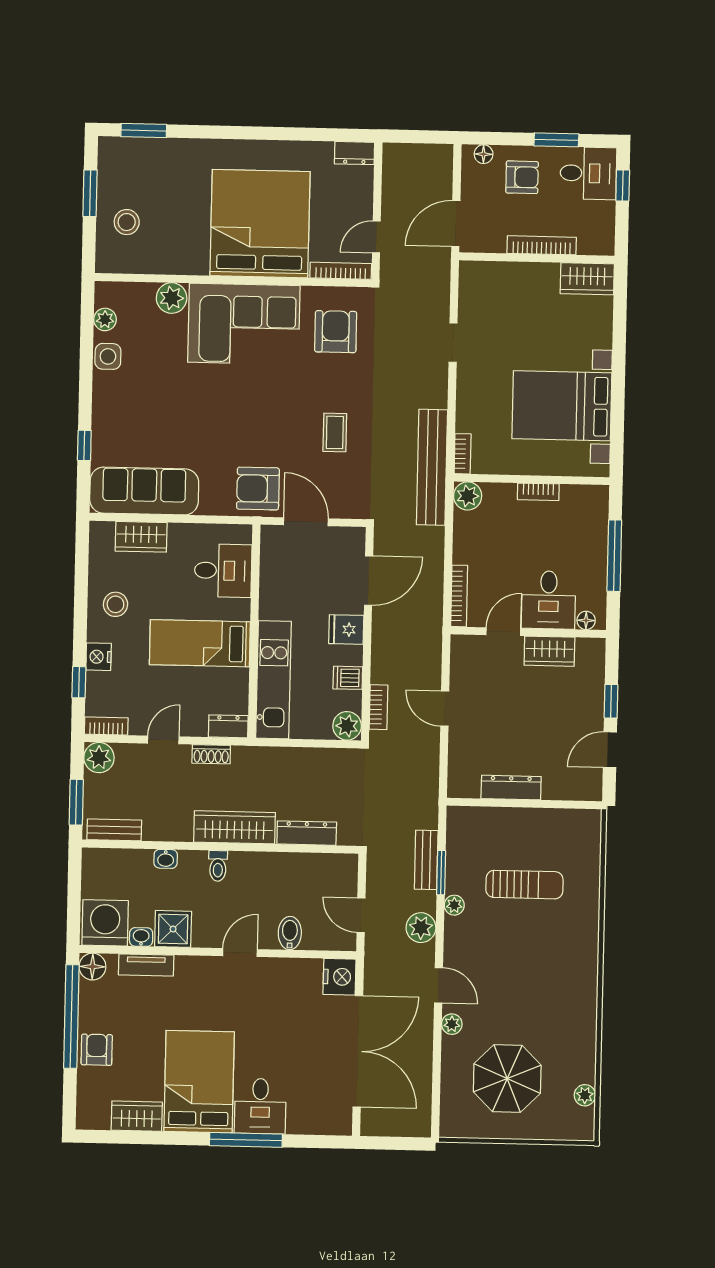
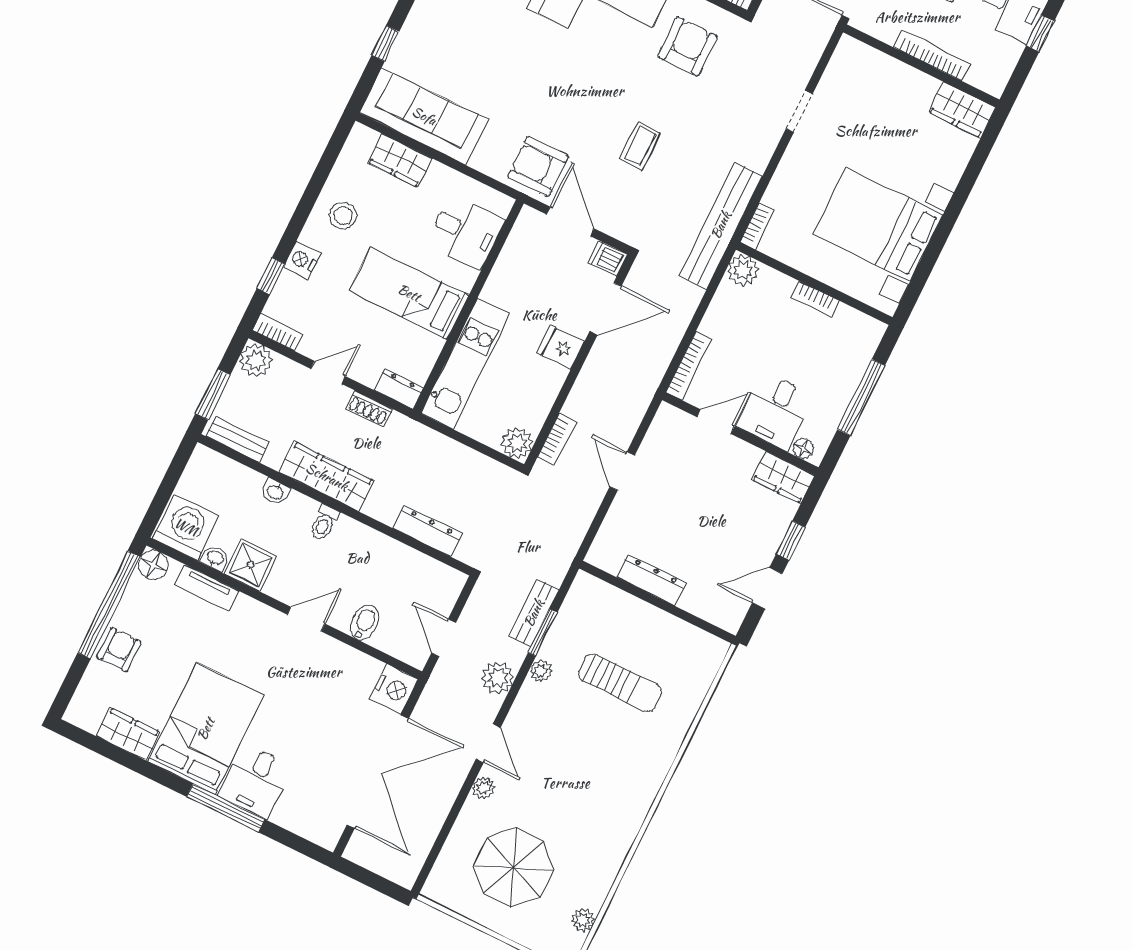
wardrobe: (549, 651) -> (783, 477), moved
dishwasher: (348, 678) -> (608, 258), moved
wardrobe: (234, 827) -> (327, 477), moved

